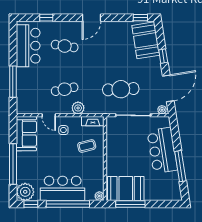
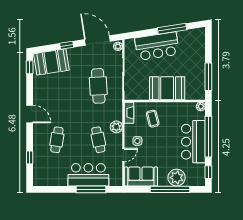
bar counter: (28, 46) -> (88, 175), moved
booth: (126, 188) -> (167, 88), moved, turned 90
plant: (25, 192) -> (177, 178), moved

